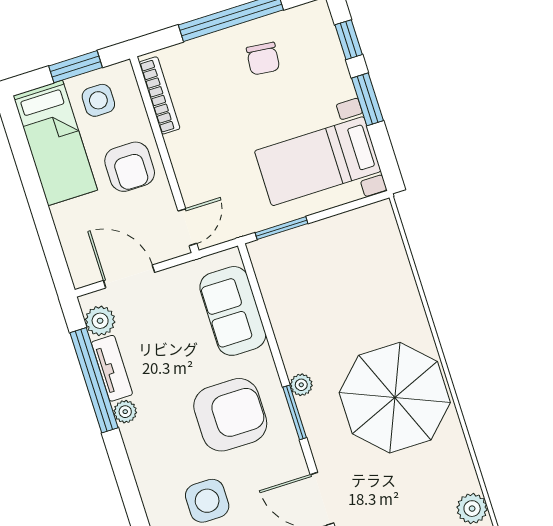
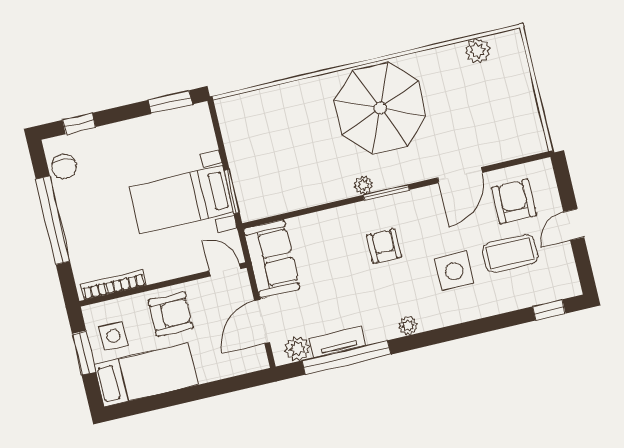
chair: (263, 59) -> (64, 167), moved, turned 89
window: (368, 99) -> (170, 102), moved
bed with nightstands: (318, 161) -> (181, 200), moved, turned 90
sofa: (233, 311) -> (272, 259), moved, turned -90
plant: (125, 412) -> (408, 326), moved
armchair: (230, 415) -> (384, 246), width x0.53, depth x0.53

